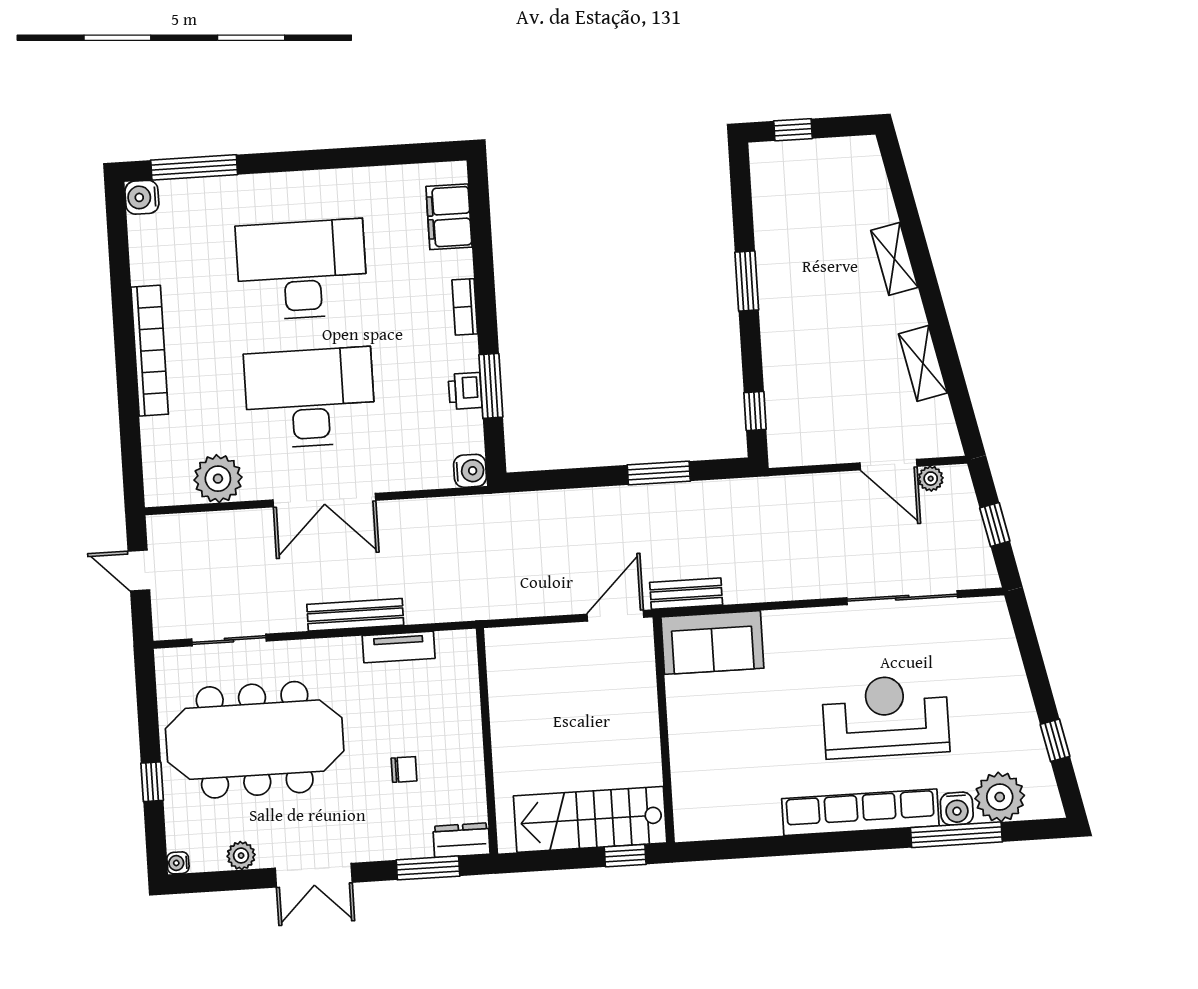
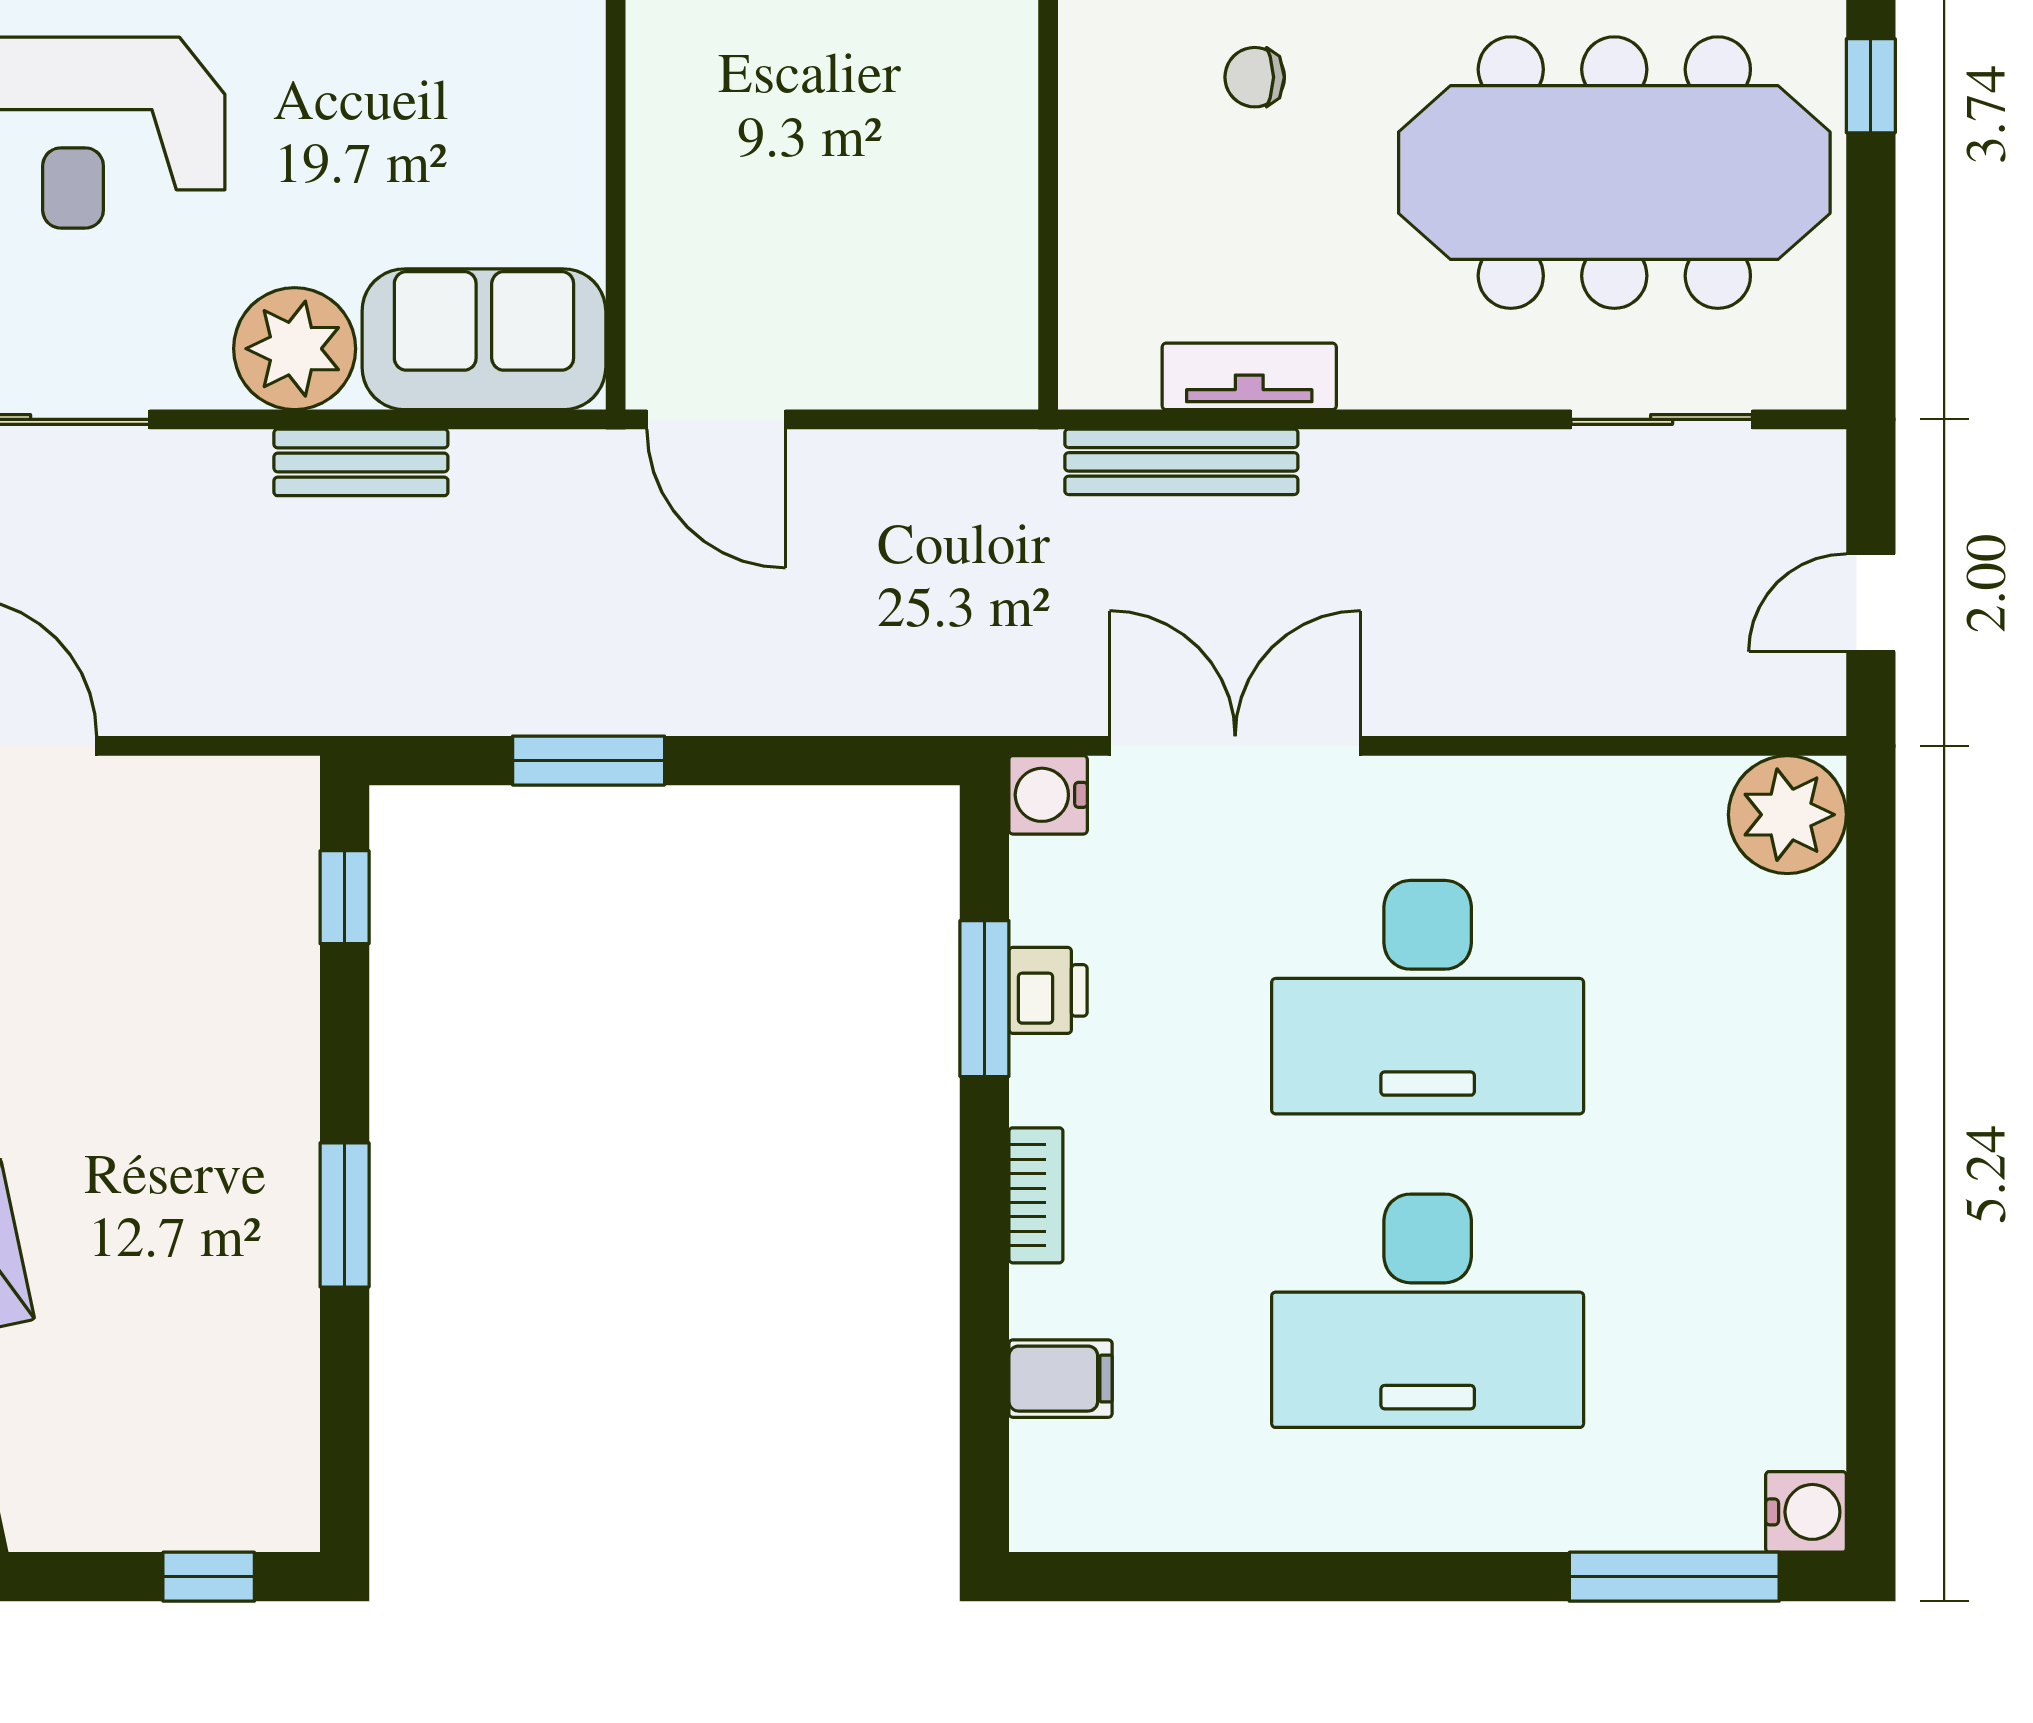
filing cabinet: (449, 217) -> (1061, 1379), width x0.50
bookcase: (150, 351) -> (1810, 1137), removed
plant: (218, 479) -> (1787, 815), moved
double door: (324, 500) -> (1235, 746), moved
door: (139, 571) -> (1871, 603), swing flipped
bench: (686, 594) -> (361, 462), moved
bench: (355, 615) -> (1181, 462), moved
door: (615, 616) -> (716, 419), hinge flipped
plant: (790, 634) -> (295, 349), added

